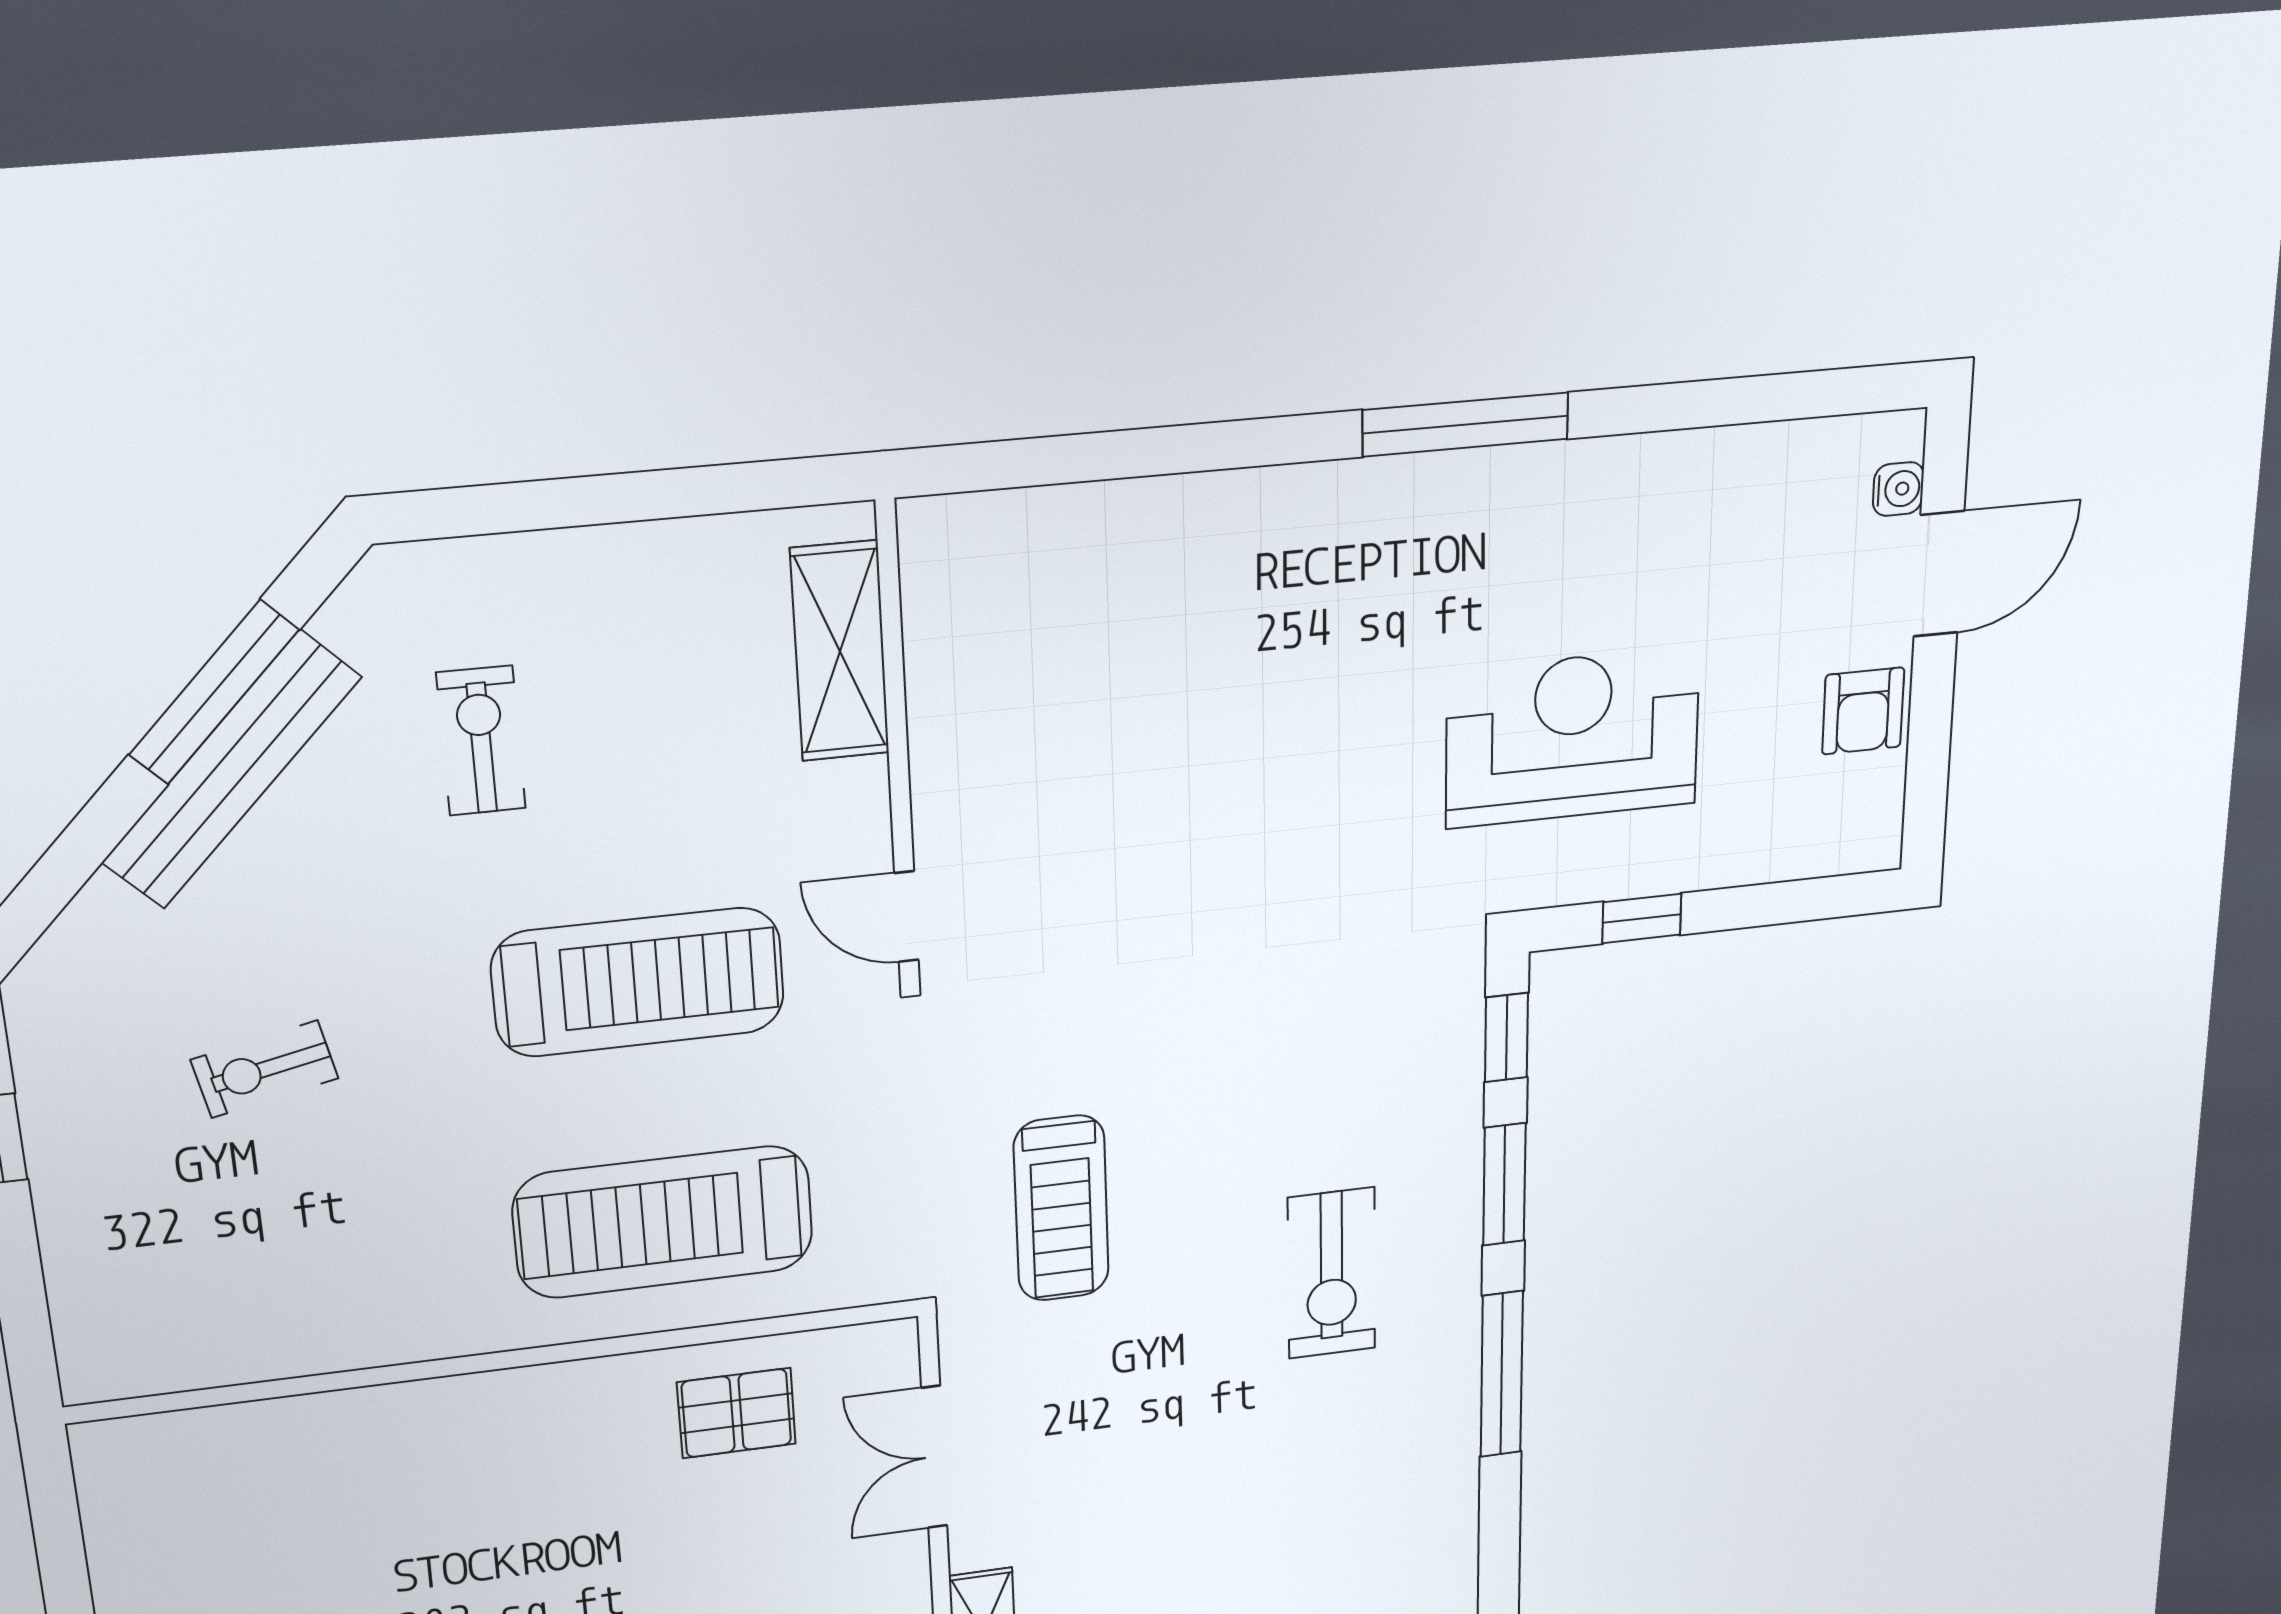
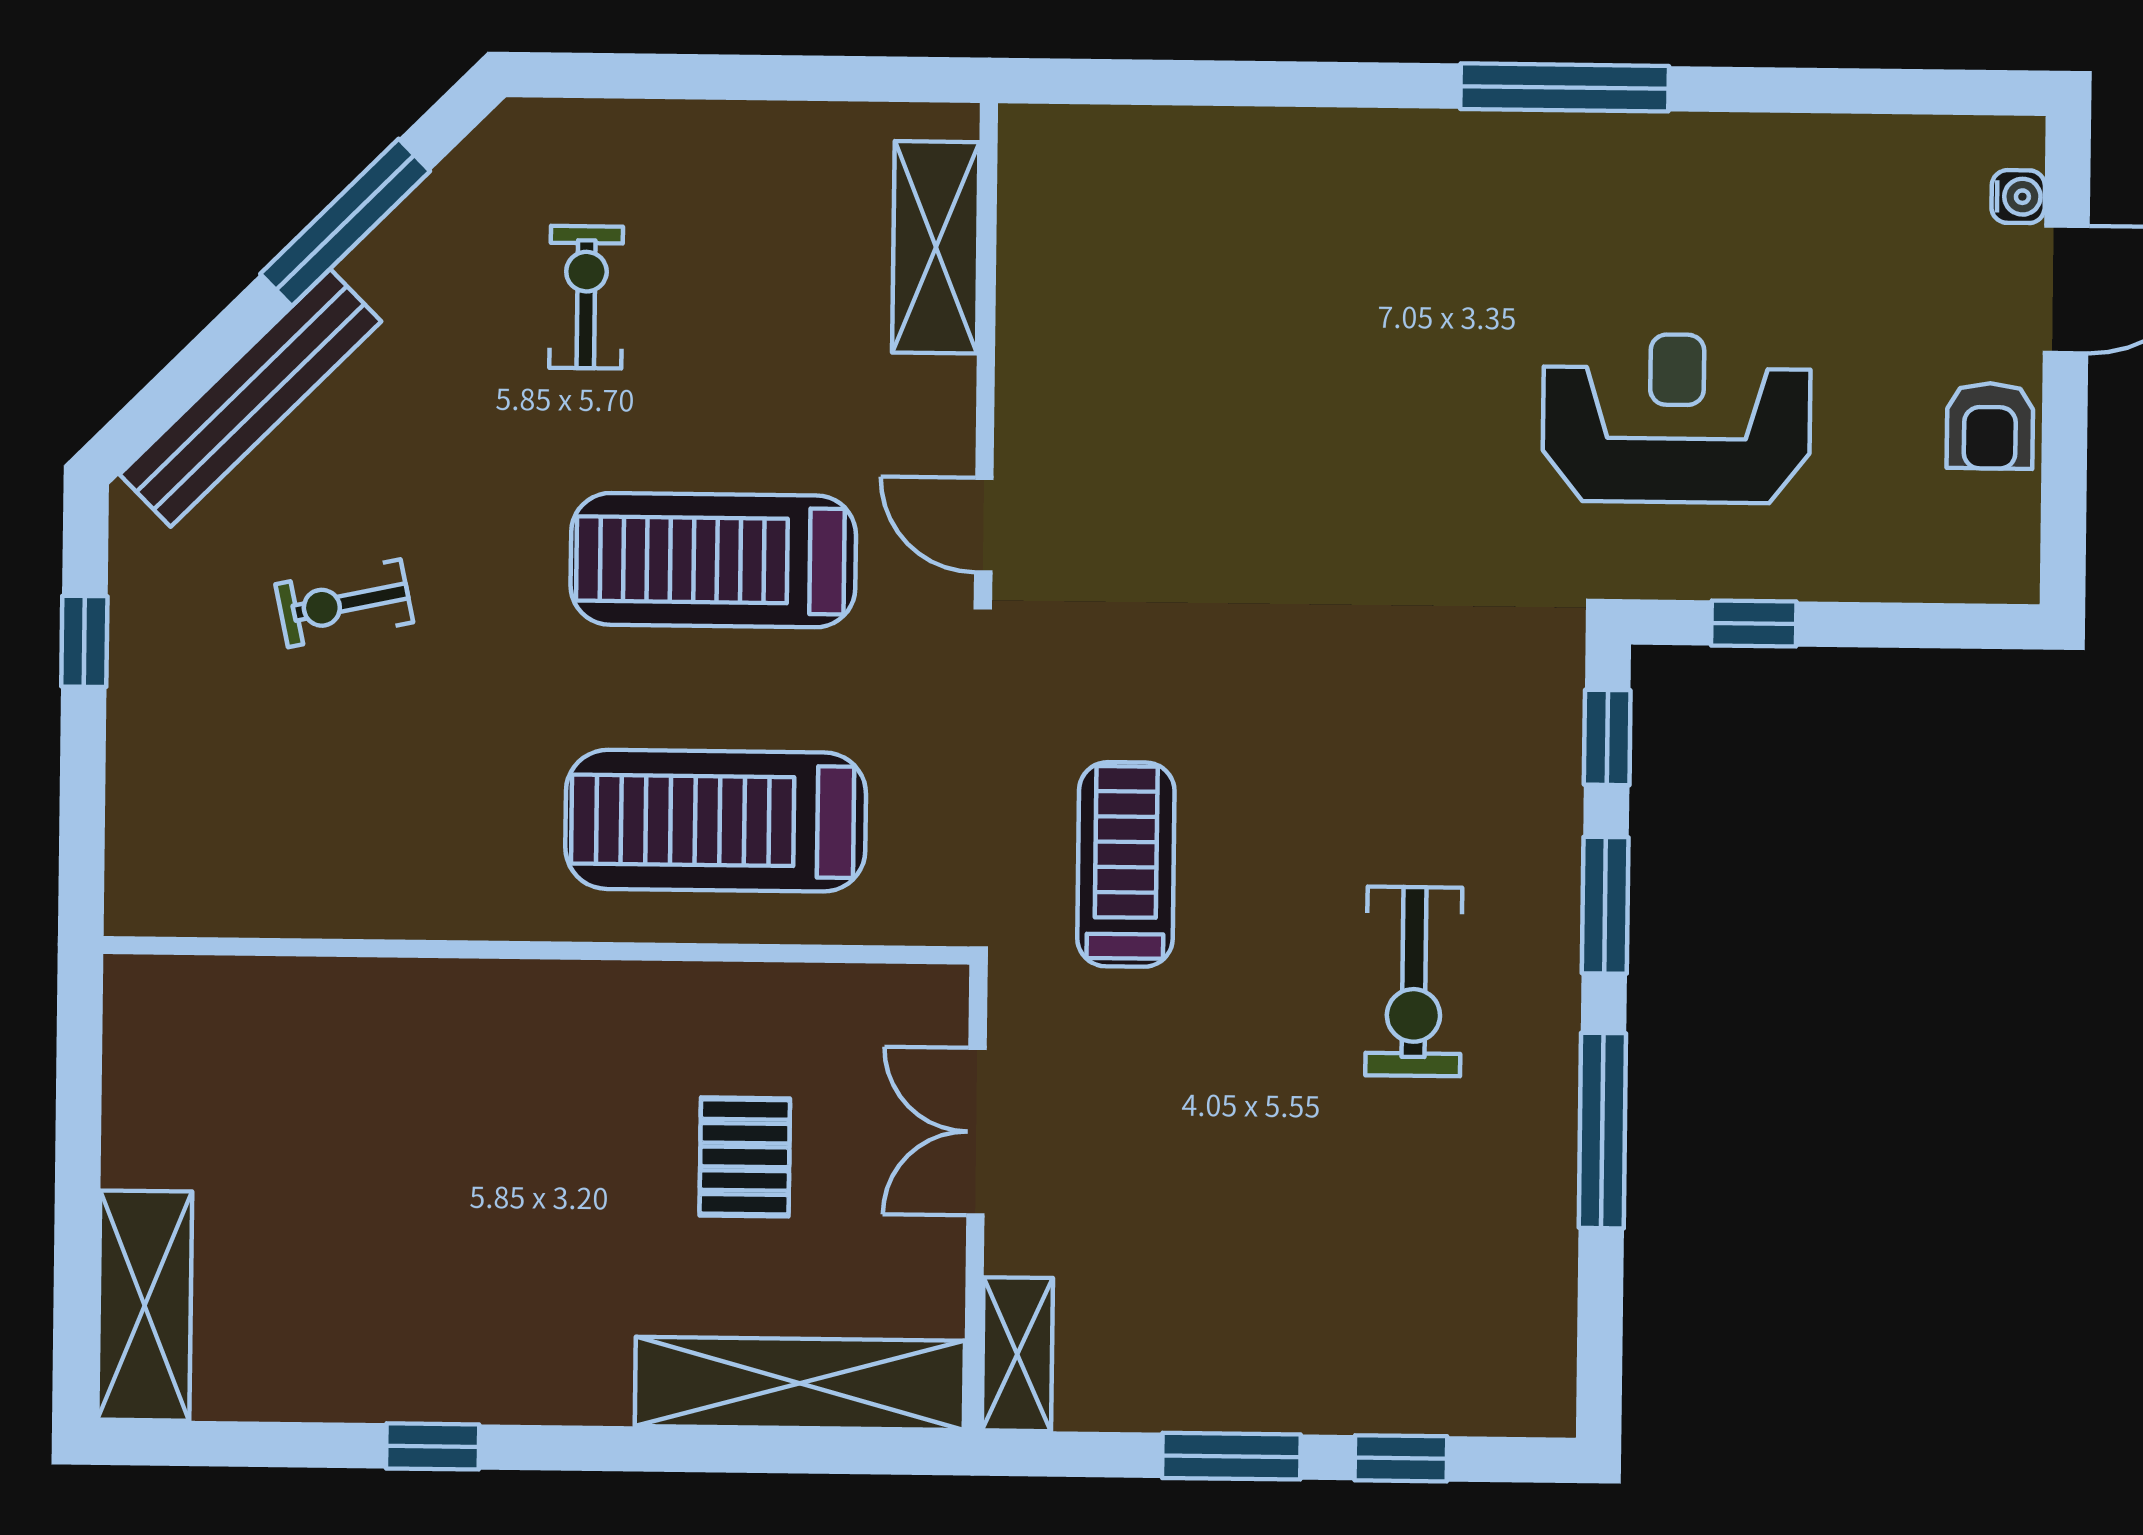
bench: (231, 770) -> (250, 398), moved
treadmill: (638, 982) -> (713, 560), turned 180
treadmill: (1061, 1208) -> (1126, 864), turned 180
pallet: (736, 1413) -> (745, 1157), moved, turned 90

